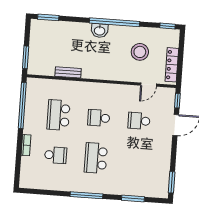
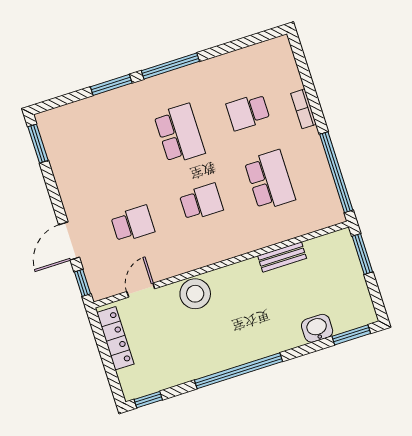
washbasin: (100, 30) -> (317, 328), moved
stool: (140, 52) -> (195, 294), moved
window: (133, 199) -> (111, 85), moved

